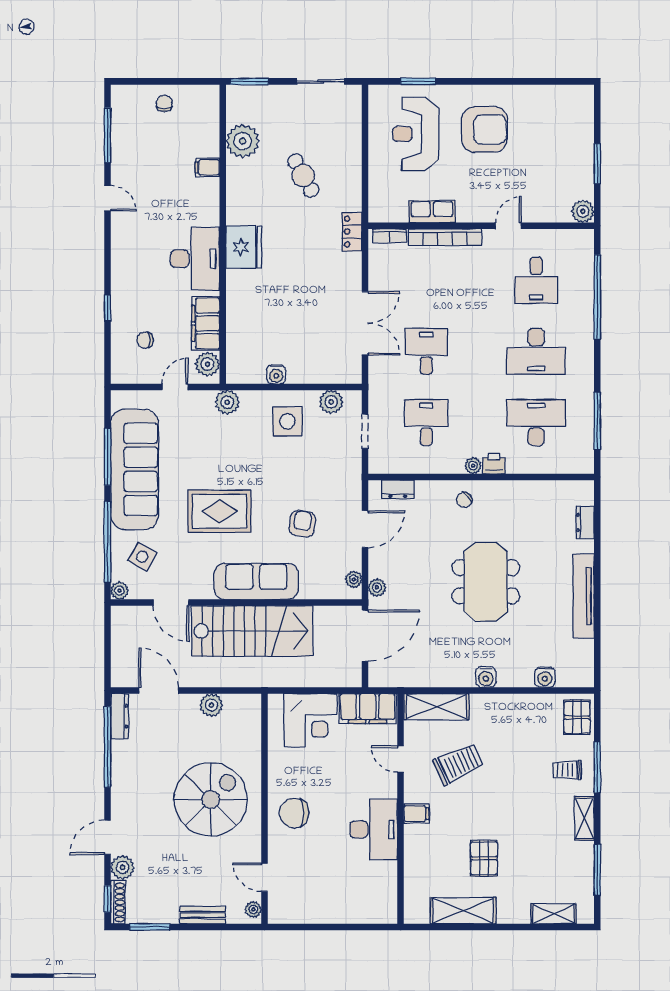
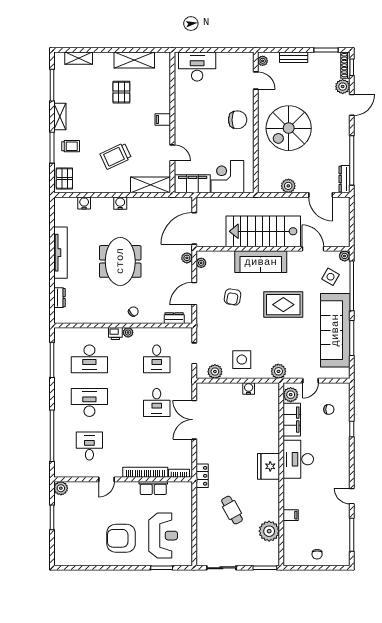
trolley: (458, 764) -> (116, 156), moved
desk: (374, 830) -> (197, 67), moved, turned 90

